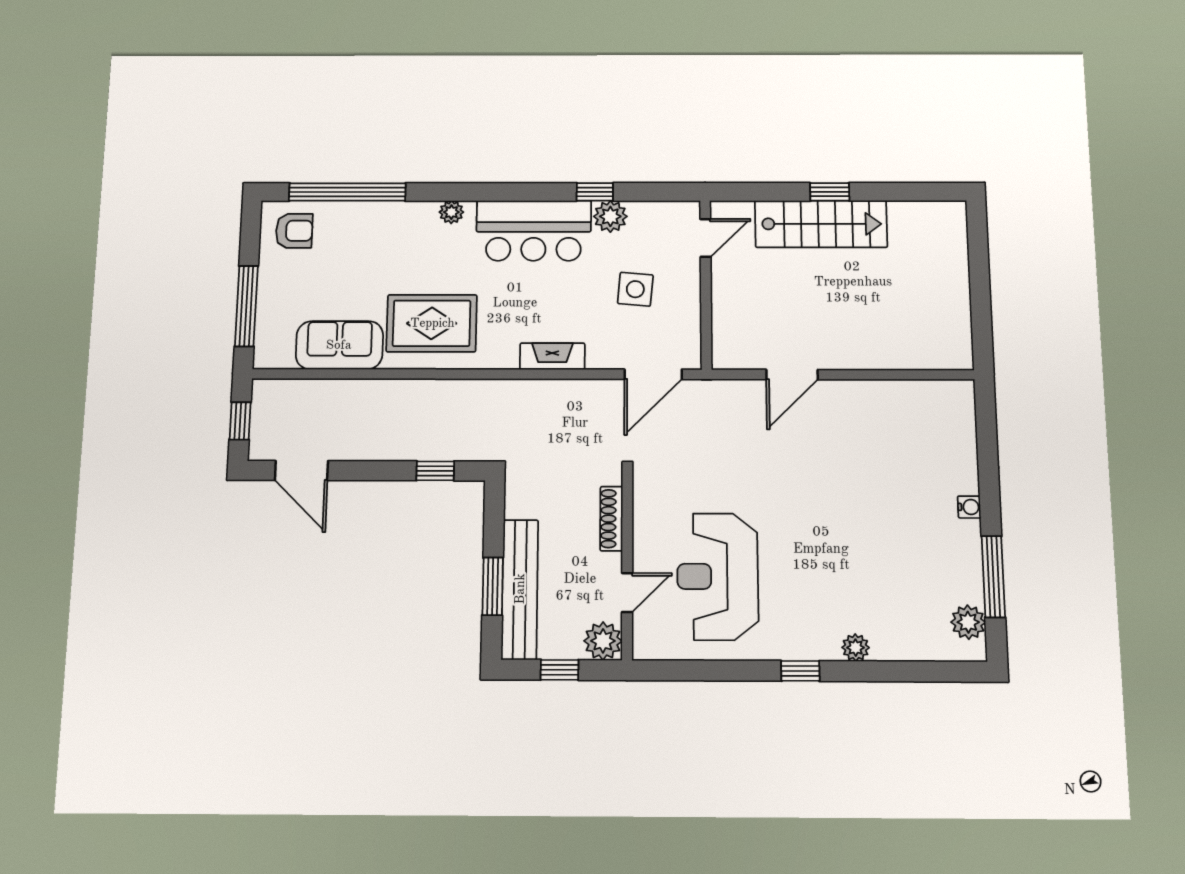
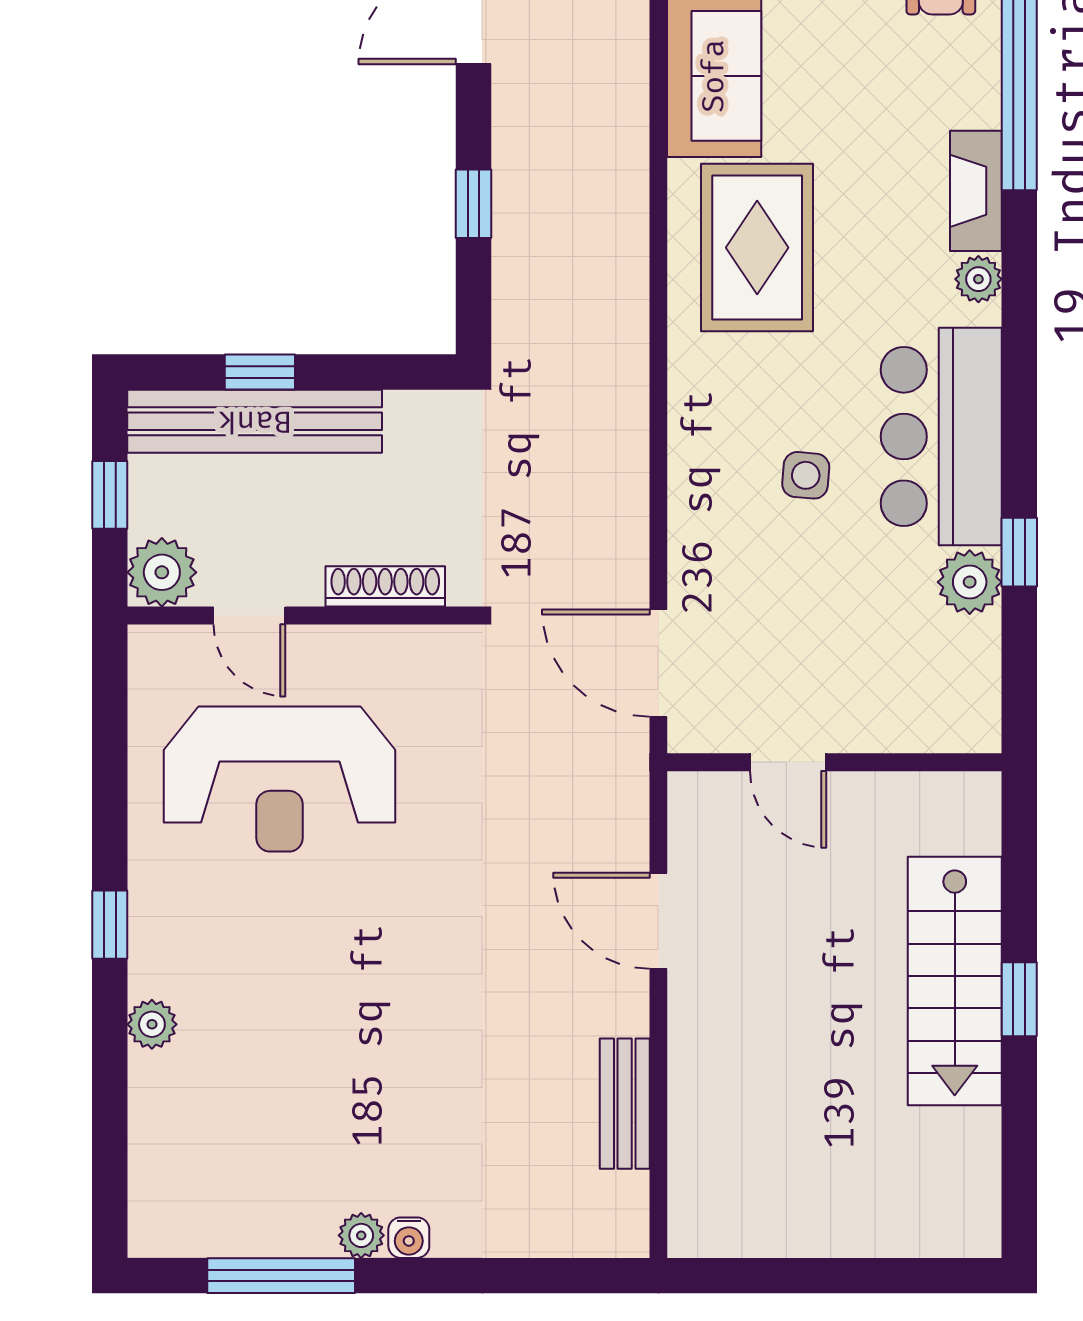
door: (705, 238) -> (788, 762), moved
side table: (635, 289) -> (806, 475), moved, width x0.73, depth x0.73
fireplace: (552, 356) -> (976, 191), moved, turned 180
bench: (891, 392) -> (625, 1104), added
window: (435, 471) -> (474, 204), moved
reception desk: (718, 576) -> (279, 779), turned 180
window: (493, 586) -> (260, 372), width x0.67
plant: (968, 622) -> (361, 1235), moved, width x0.73, depth x0.73

